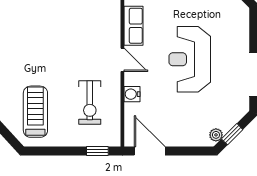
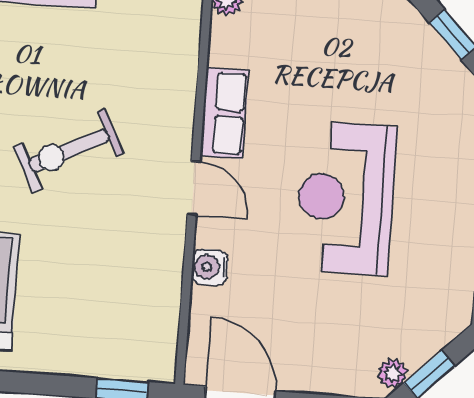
exercise bike: (90, 102) -> (69, 150), moved, turned 63

